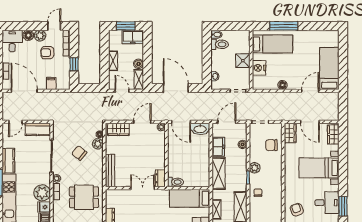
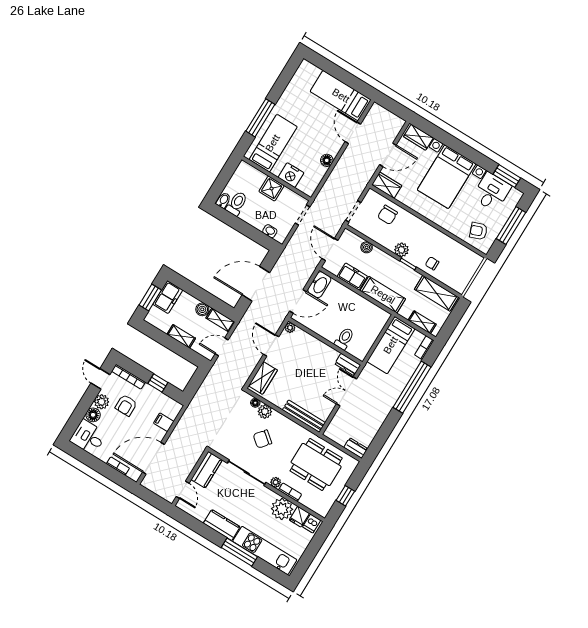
bed with nightstands: (319, 168) -> (447, 177), width x1.36
toilet: (175, 182) -> (344, 339), moved
dining table: (84, 197) -> (316, 464), width x1.38

